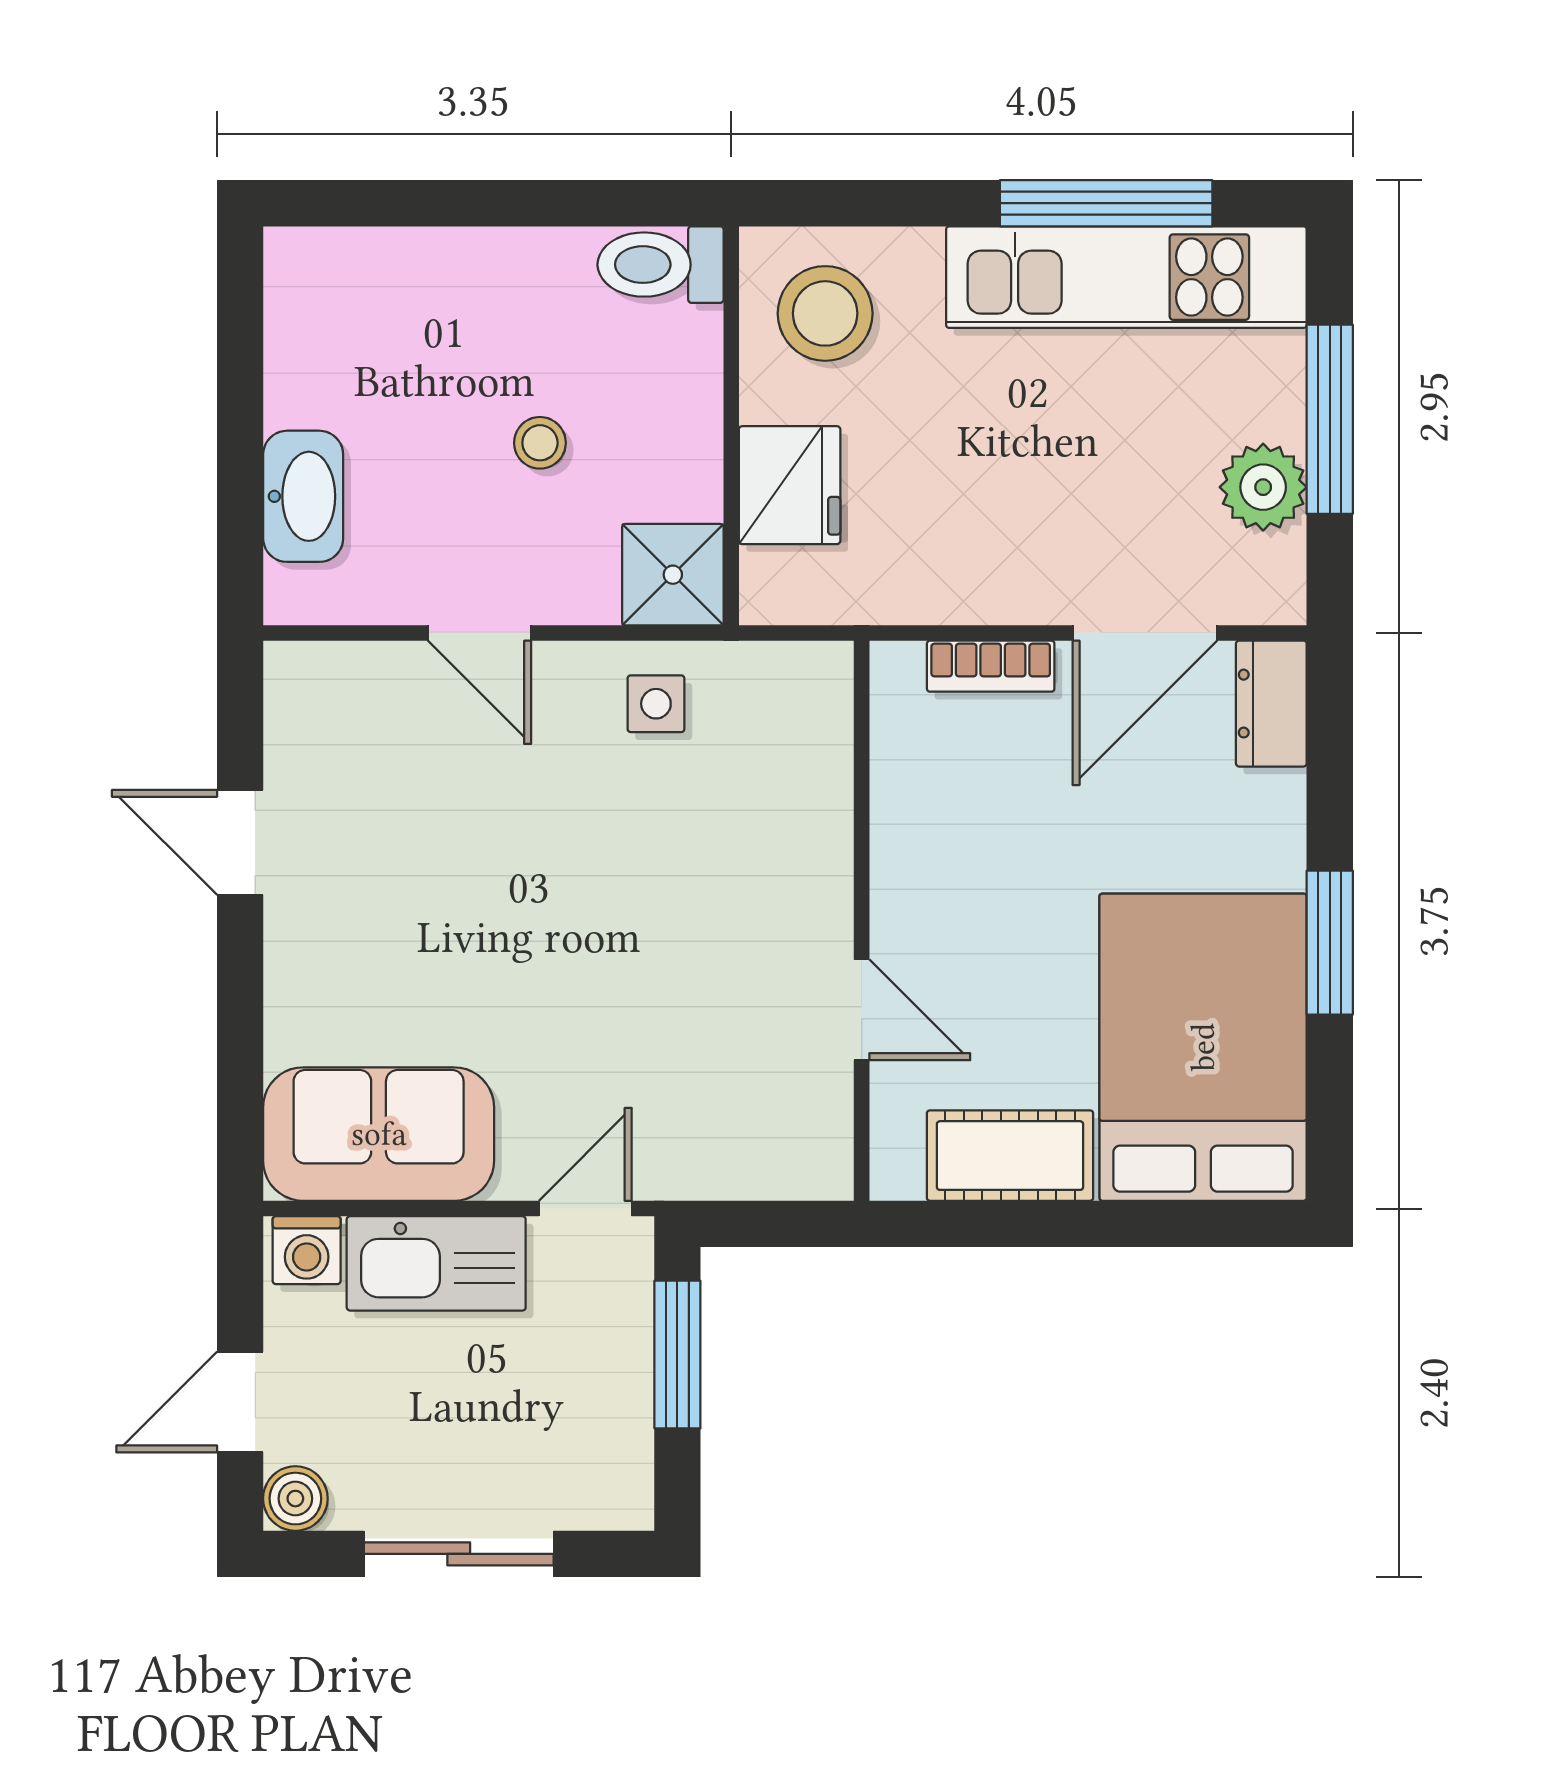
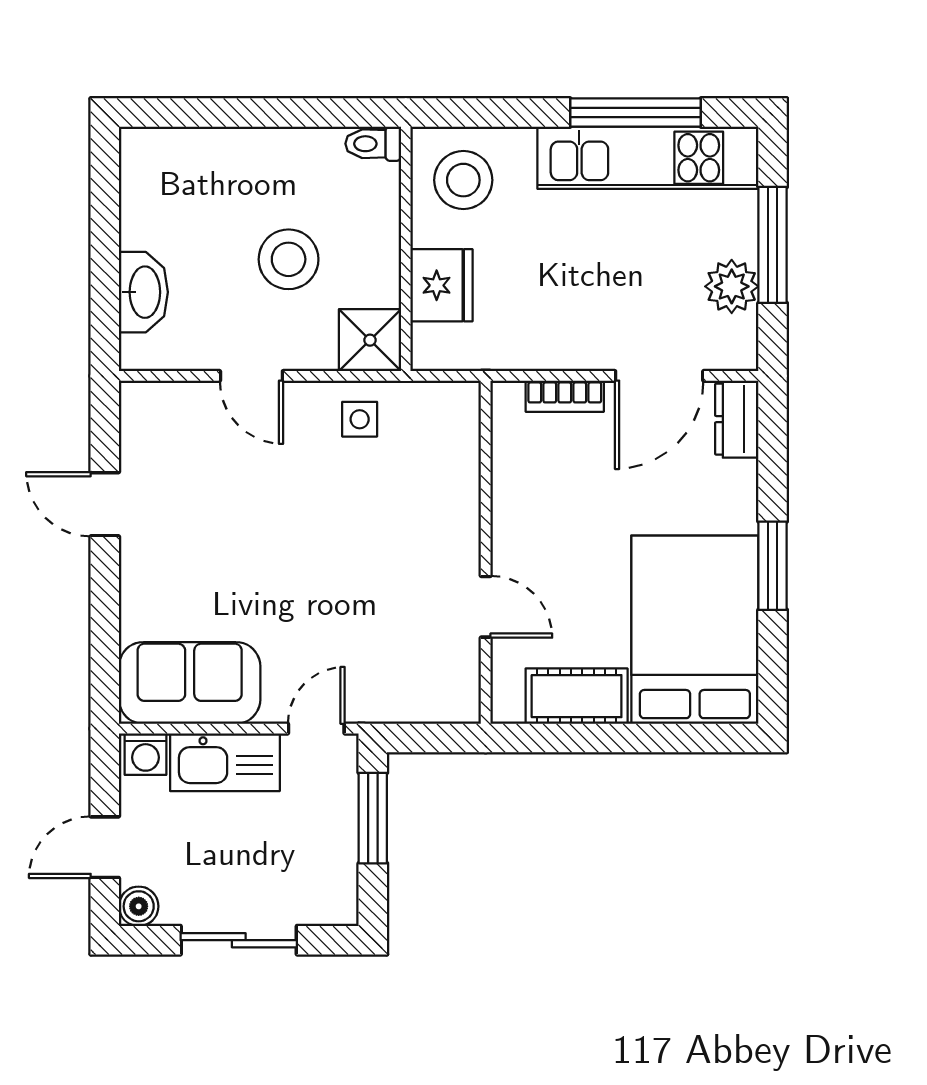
toilet: (660, 265) -> (373, 144), width x0.73, depth x0.72
stool: (540, 443) -> (289, 259), width x1.89, depth x1.89

